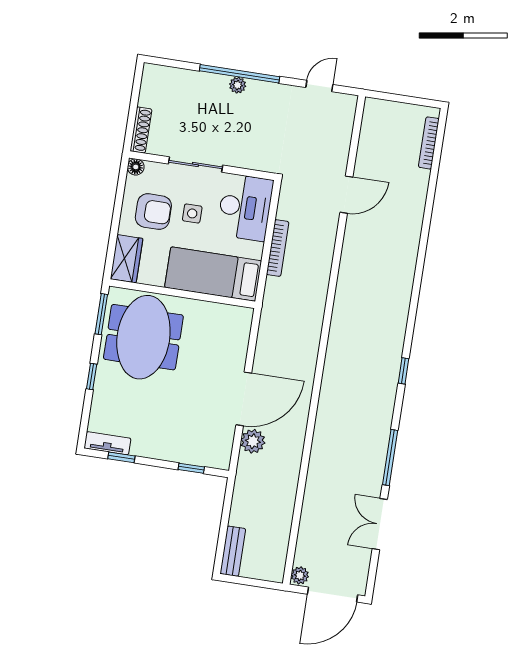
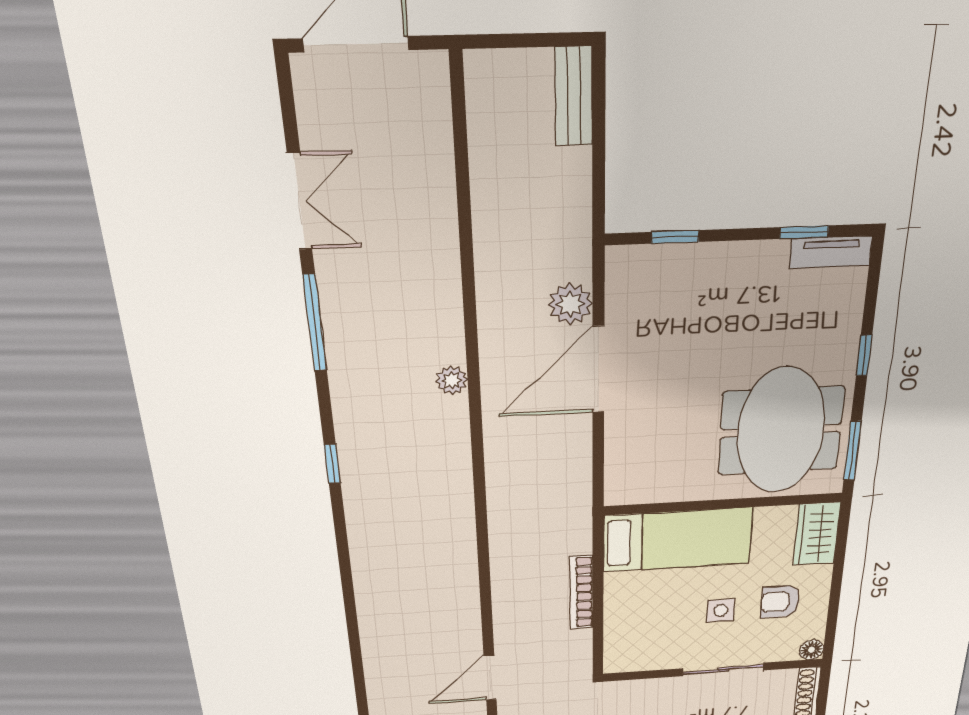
desk: (245, 207) -> (641, 633), removed
armchair: (153, 212) -> (780, 602), width x0.72, depth x0.72
plant: (300, 575) -> (452, 380), moved

